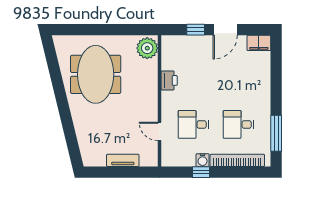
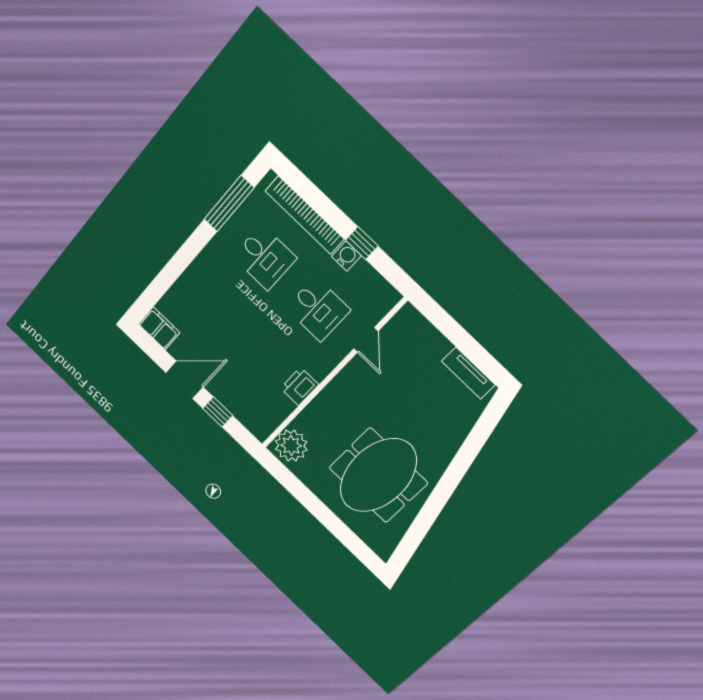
tv unit: (123, 160) -> (468, 373), moved

